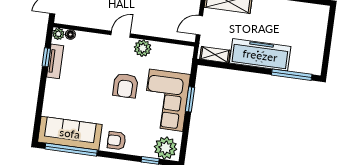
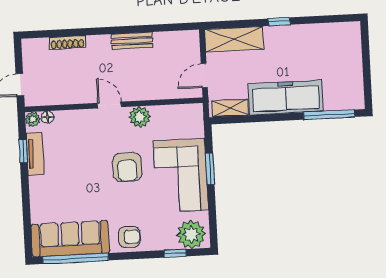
door: (121, 34) -> (109, 105), hinge flipped
armchair: (117, 141) -> (129, 237), turned 180

